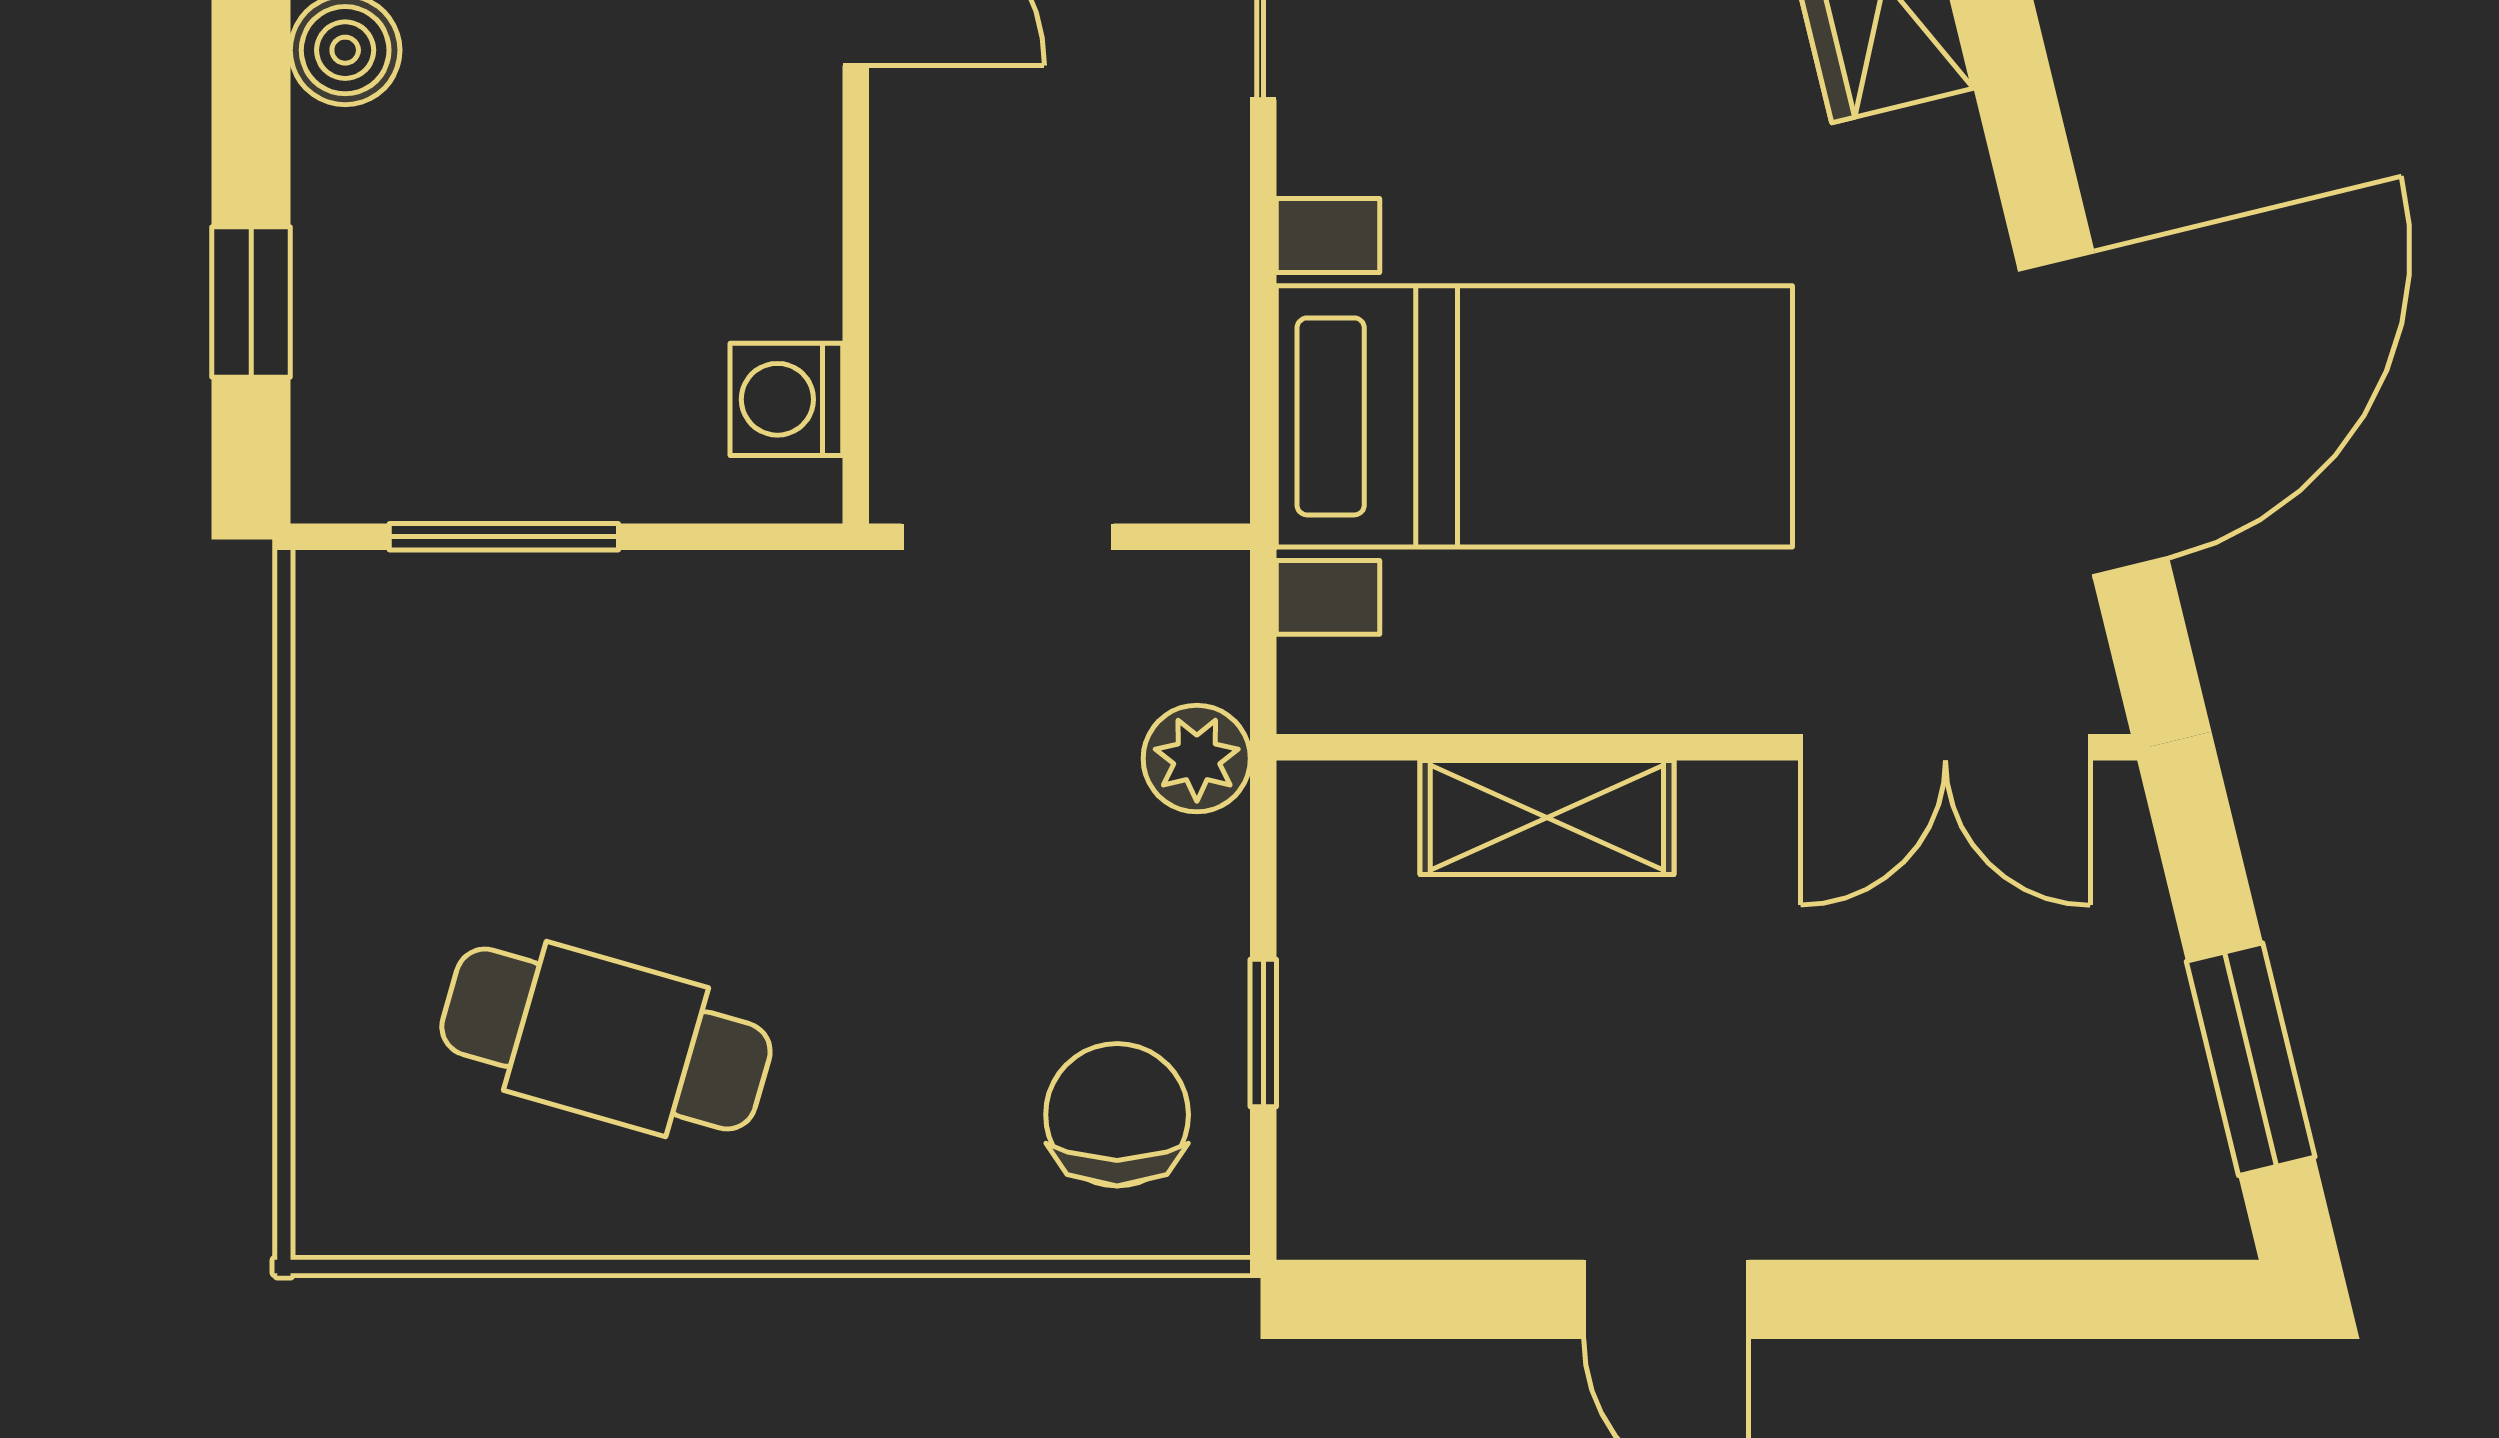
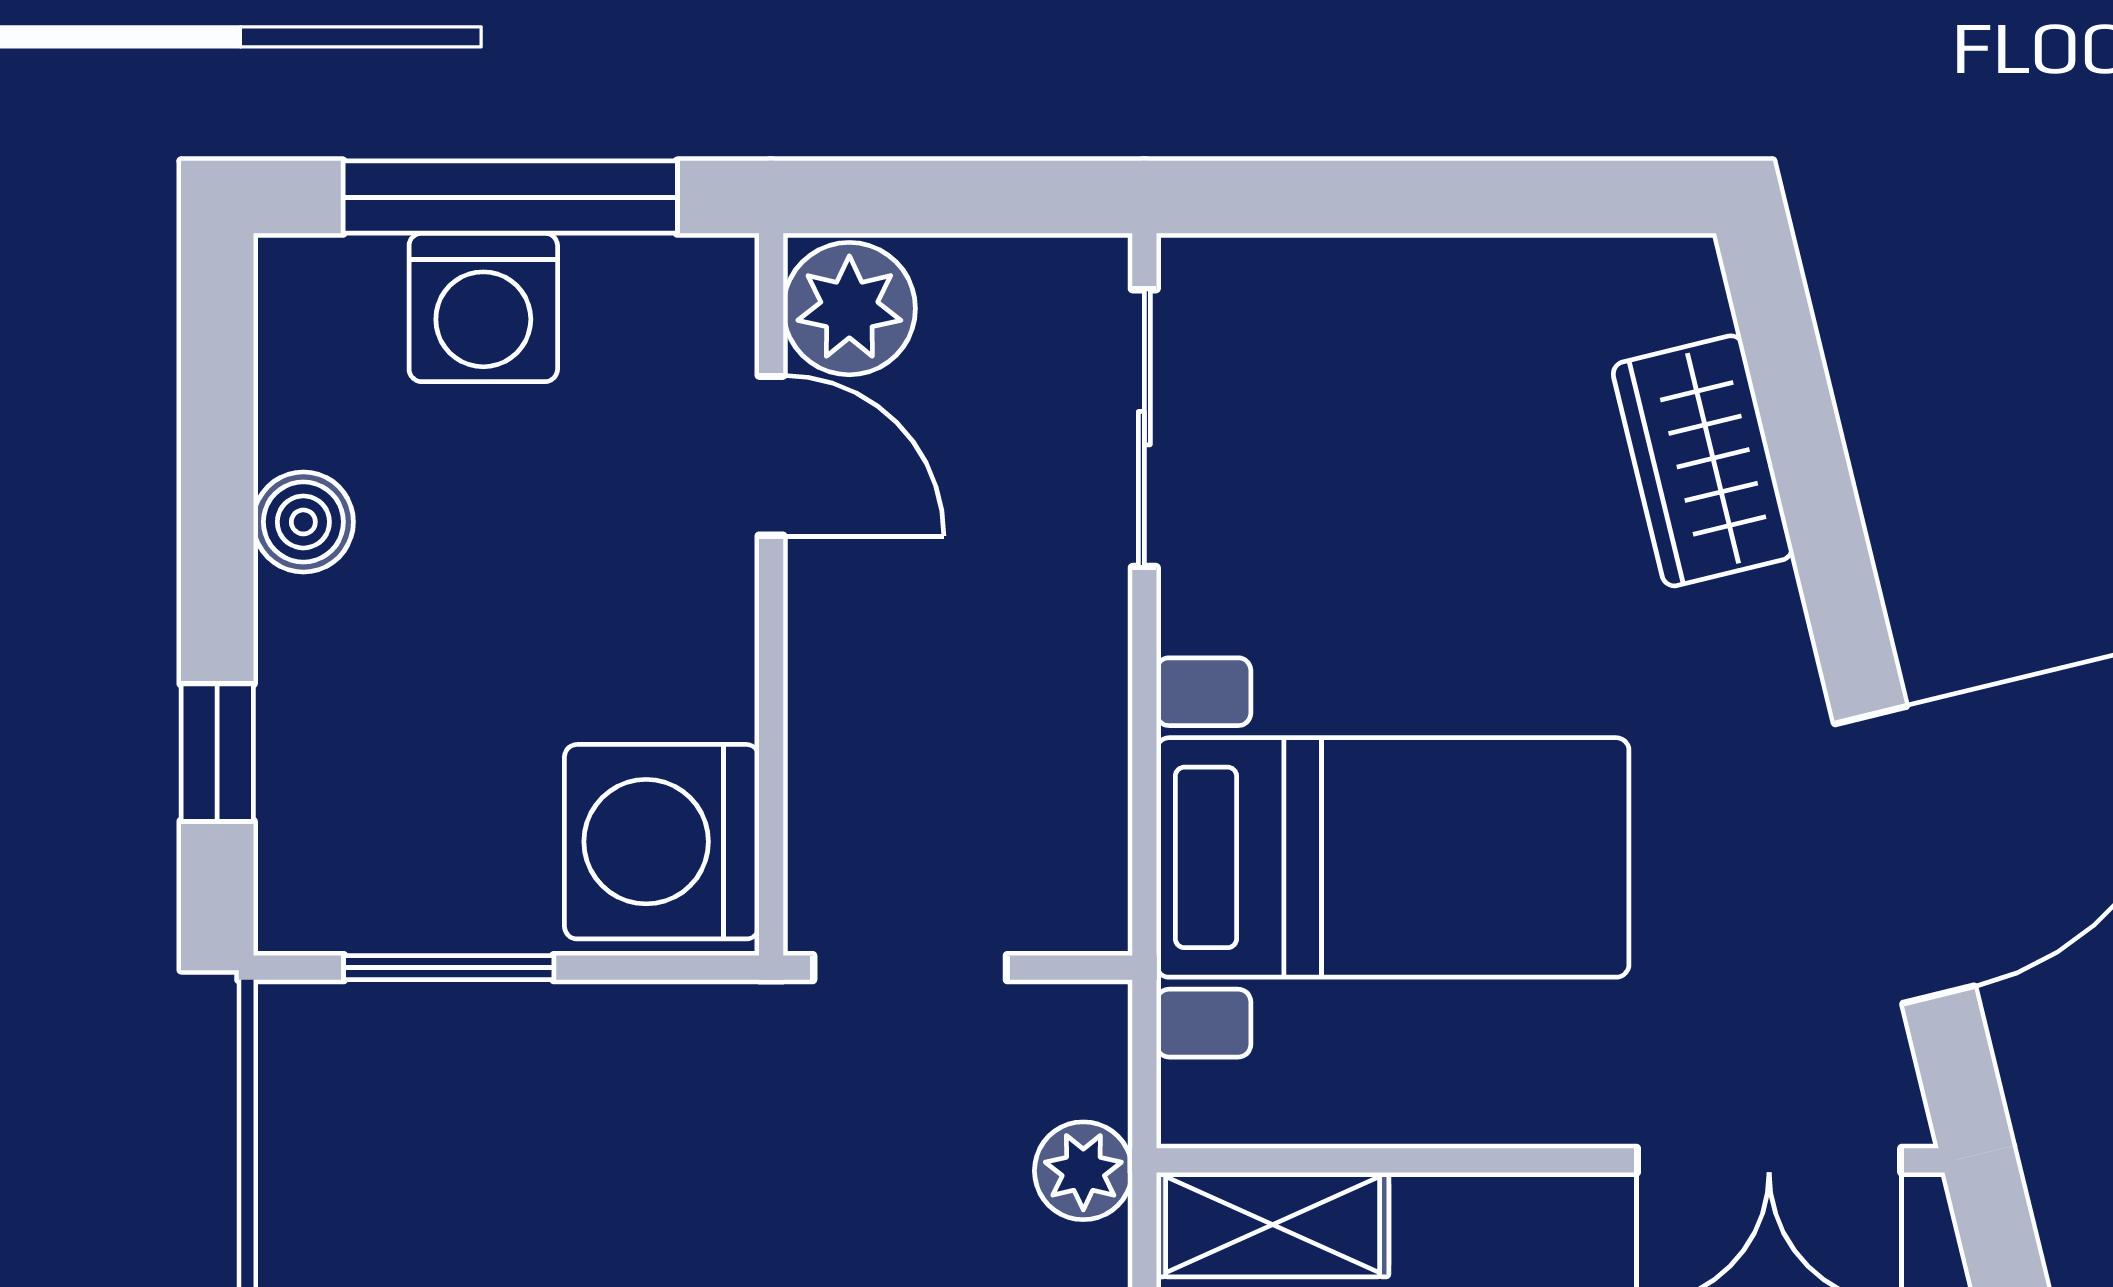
washing machine: (786, 399) -> (662, 842), width x1.89, depth x1.89
shelving: (1547, 817) -> (1273, 1225), moved

